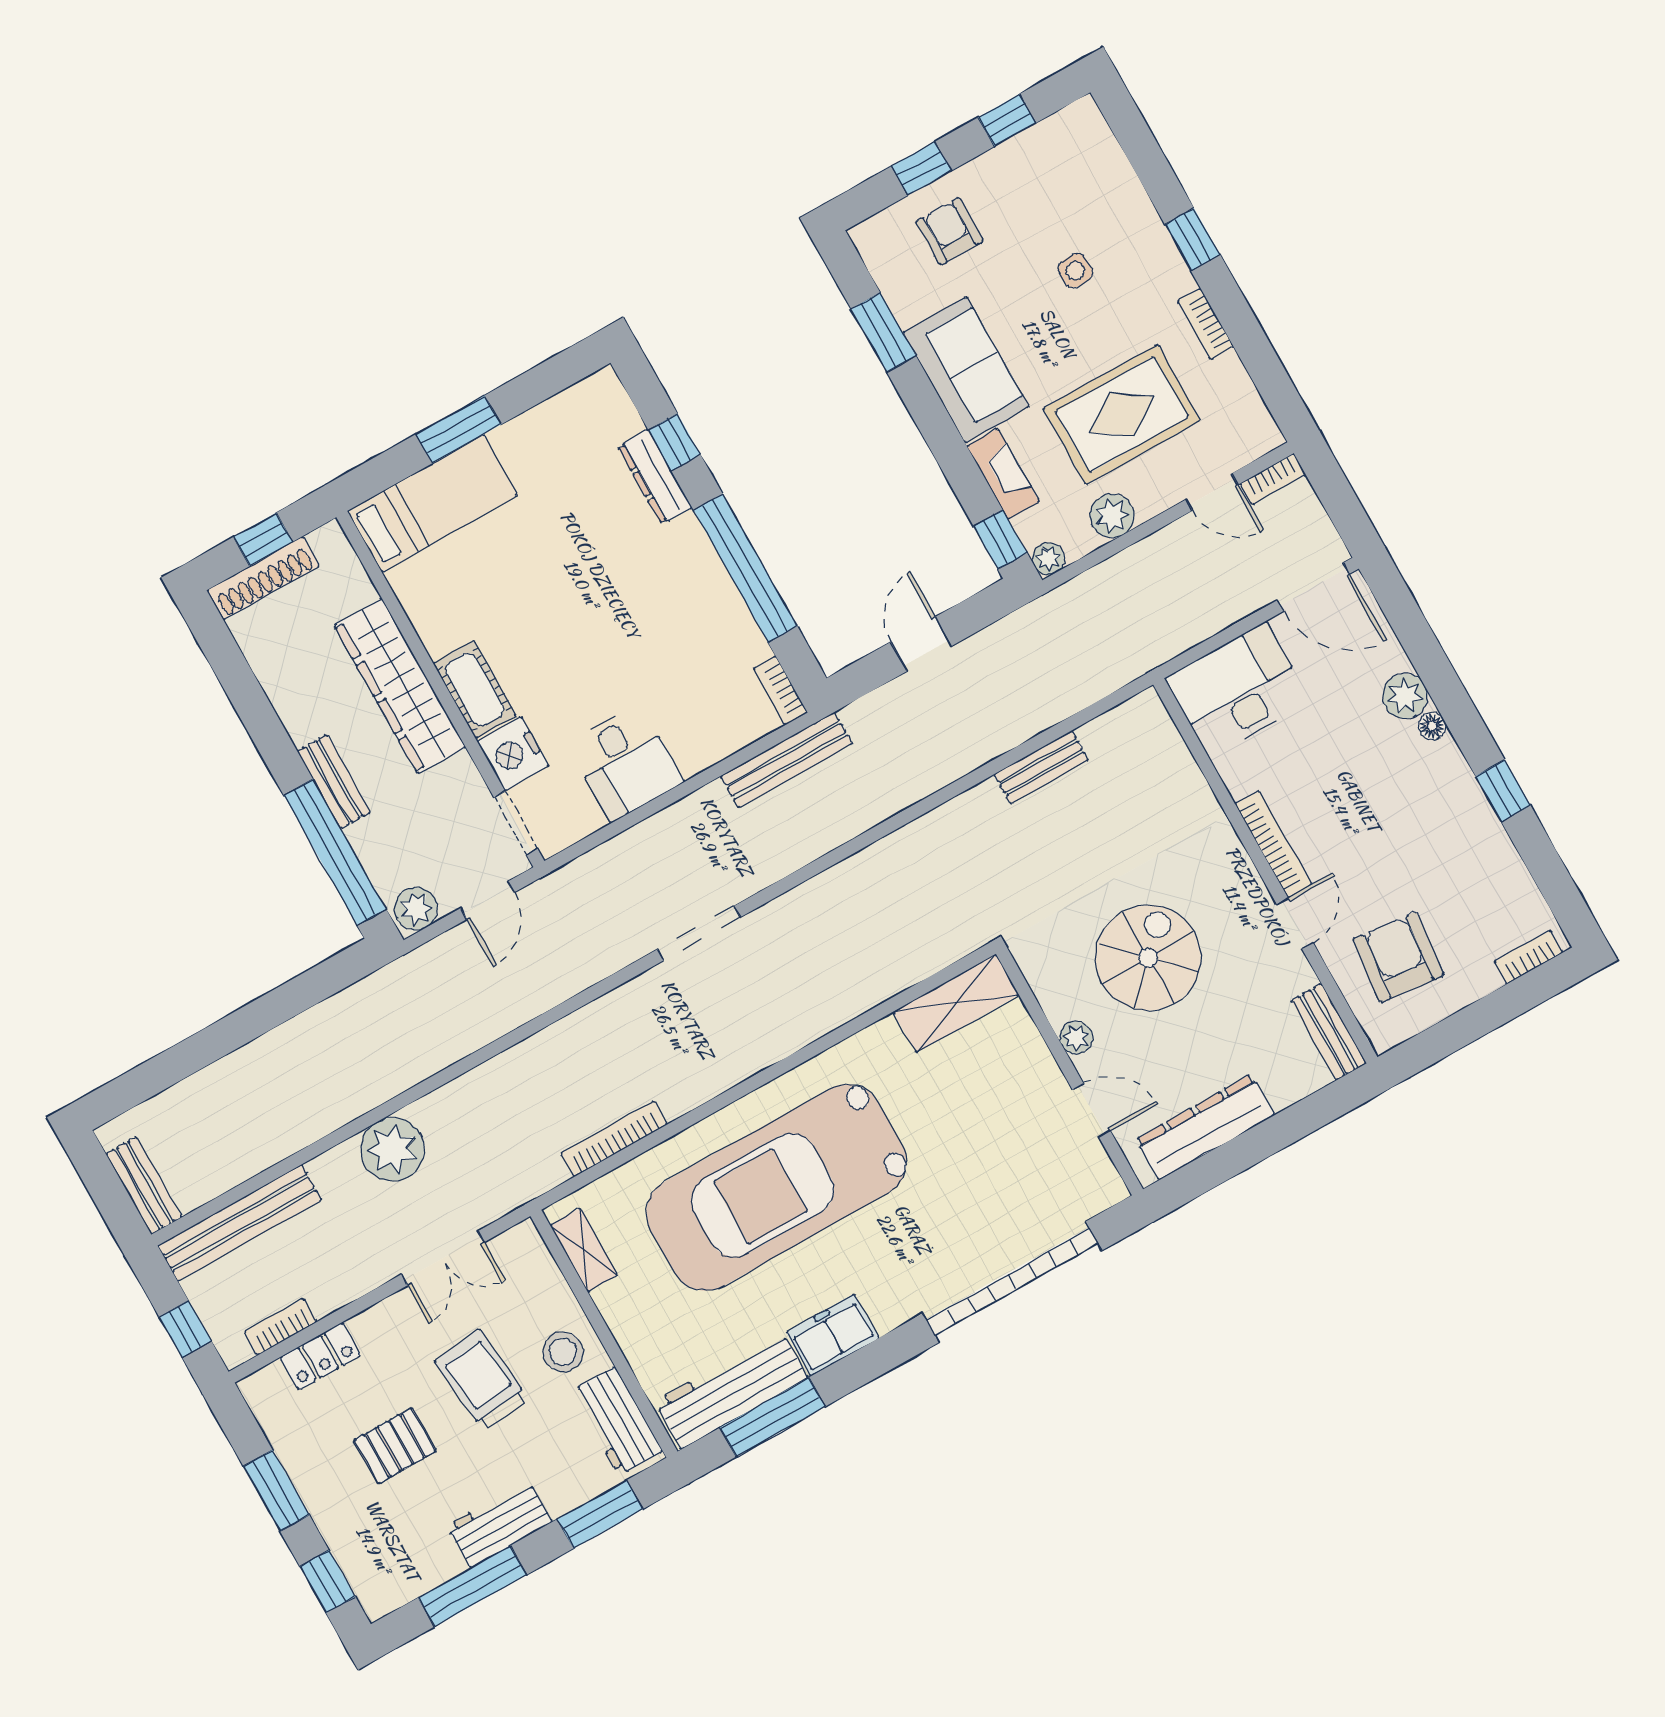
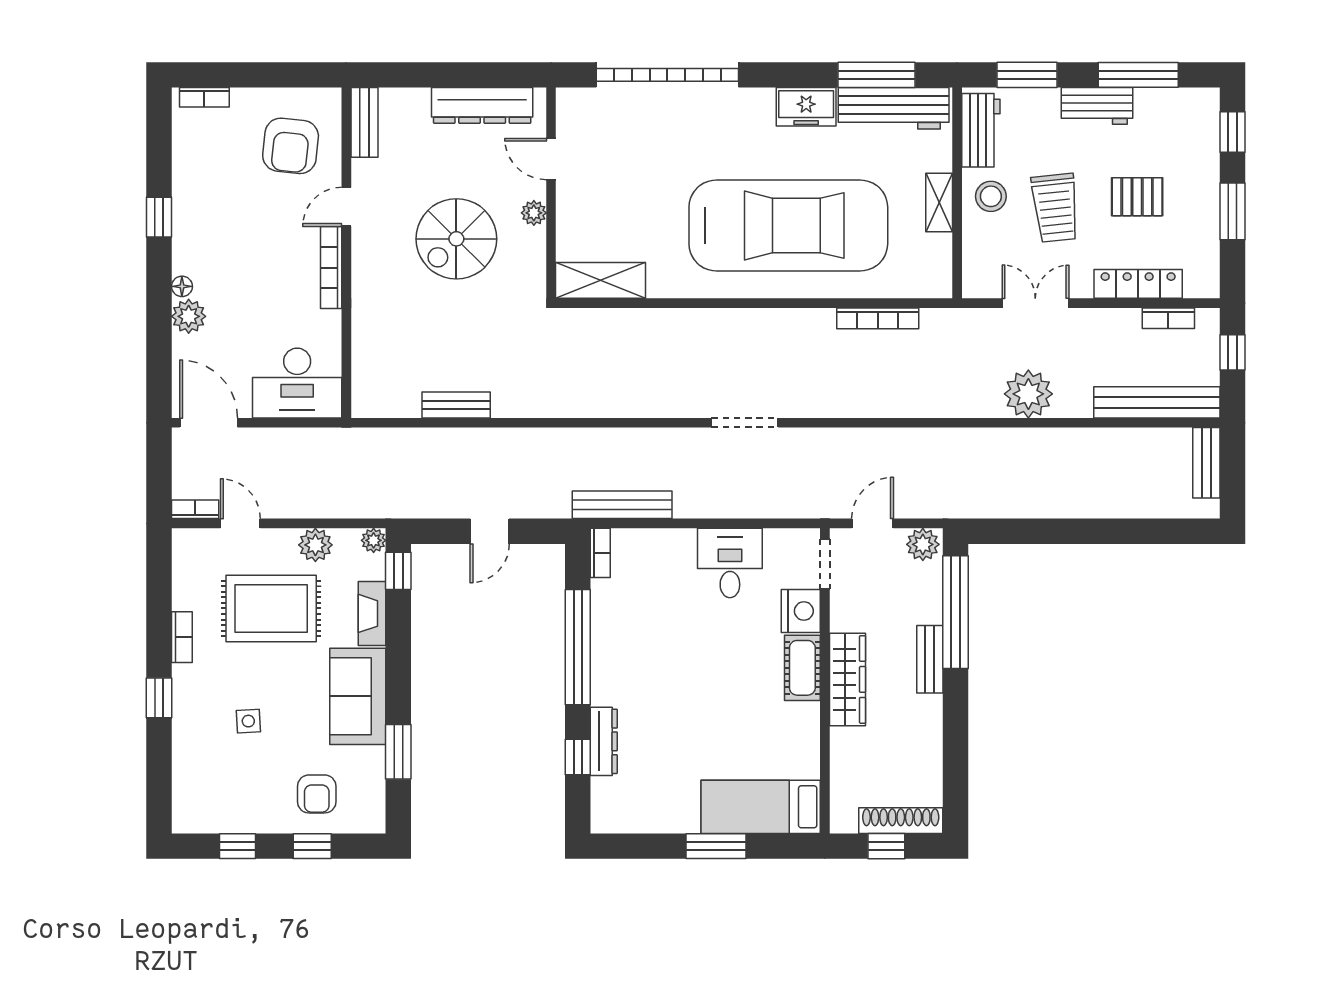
wardrobe: (400, 686) -> (847, 679), width x0.71, depth x0.85
shelving: (584, 1250) -> (939, 202), moved
locker: (320, 1356) -> (1138, 284), width x1.53

